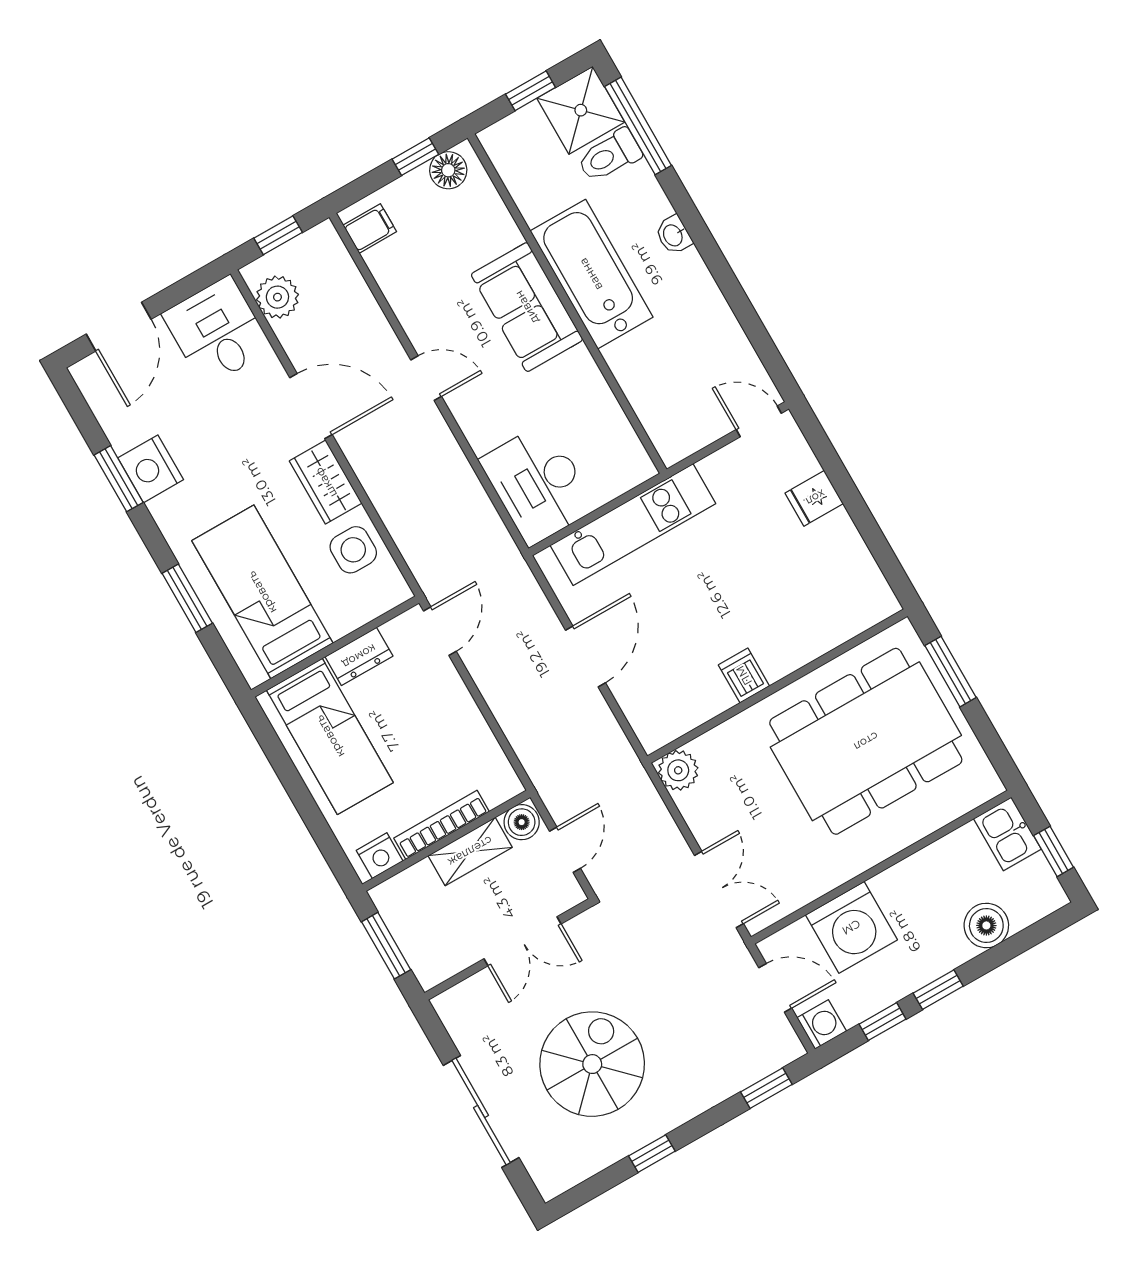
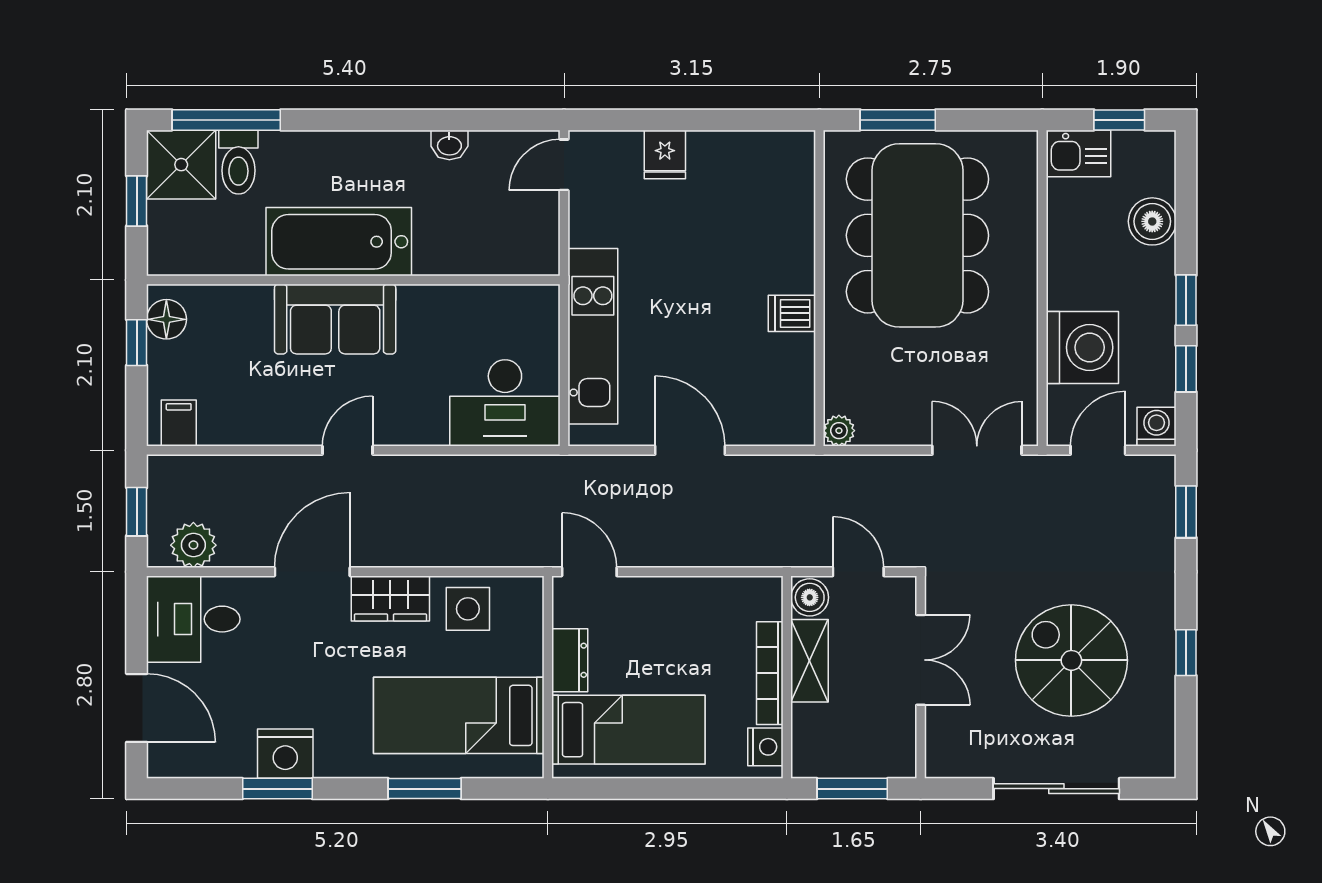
washbasin: (674, 235) -> (449, 145), moved
plant: (678, 770) -> (839, 431), width x0.73, depth x0.73

